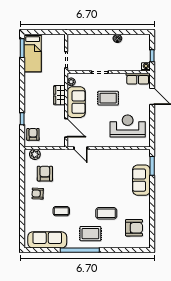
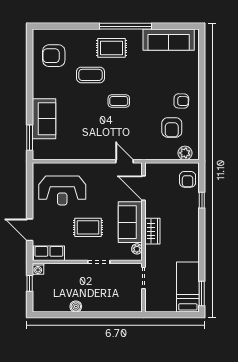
coffee table: (61, 211) -> (119, 101), moved

